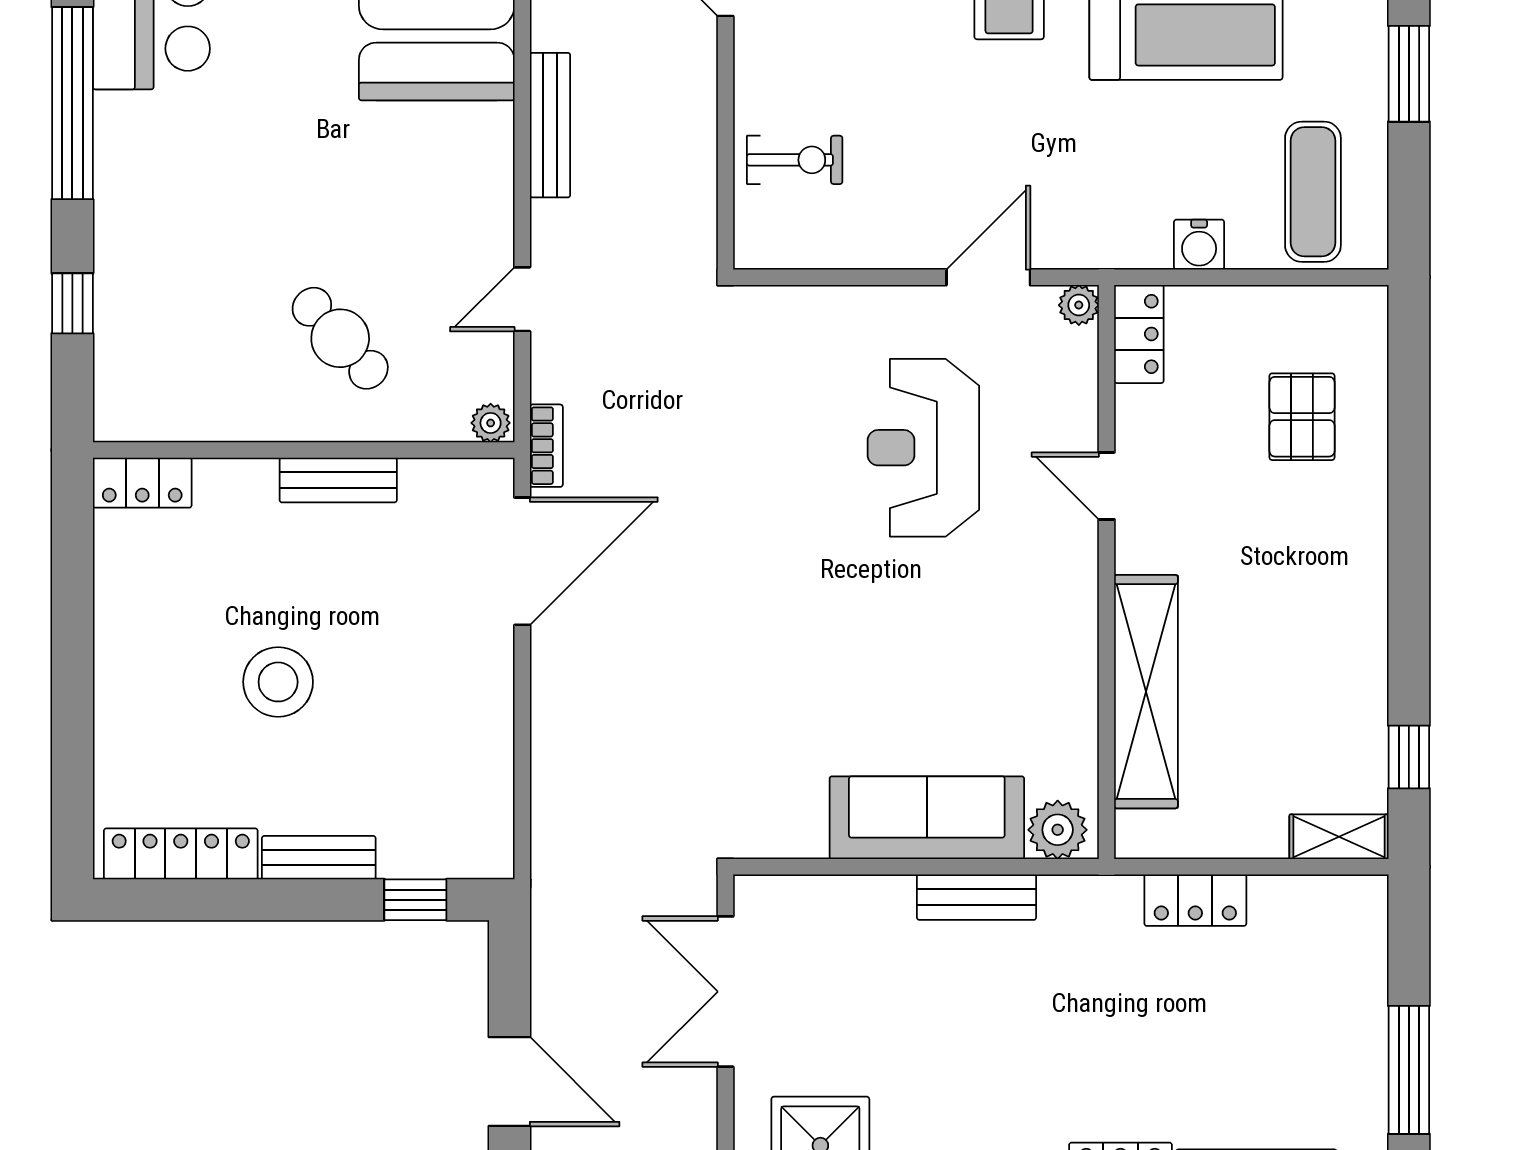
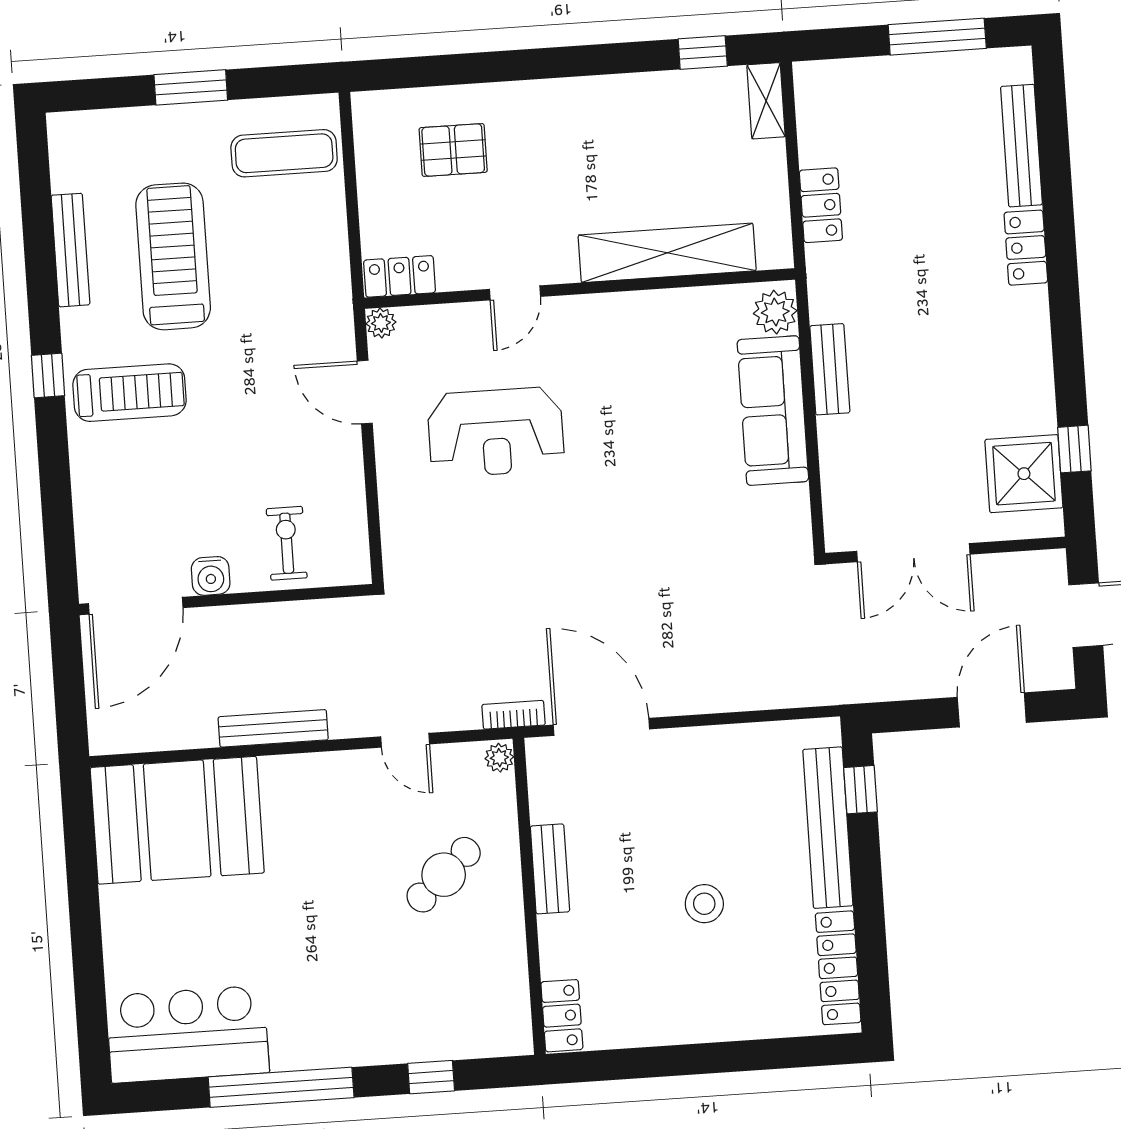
water cooler: (1199, 245) -> (211, 576), moved, turned 90
stool: (278, 682) -> (704, 904), width x0.73, depth x0.73
bench: (319, 858) -> (828, 828), width x1.86, depth x1.21

